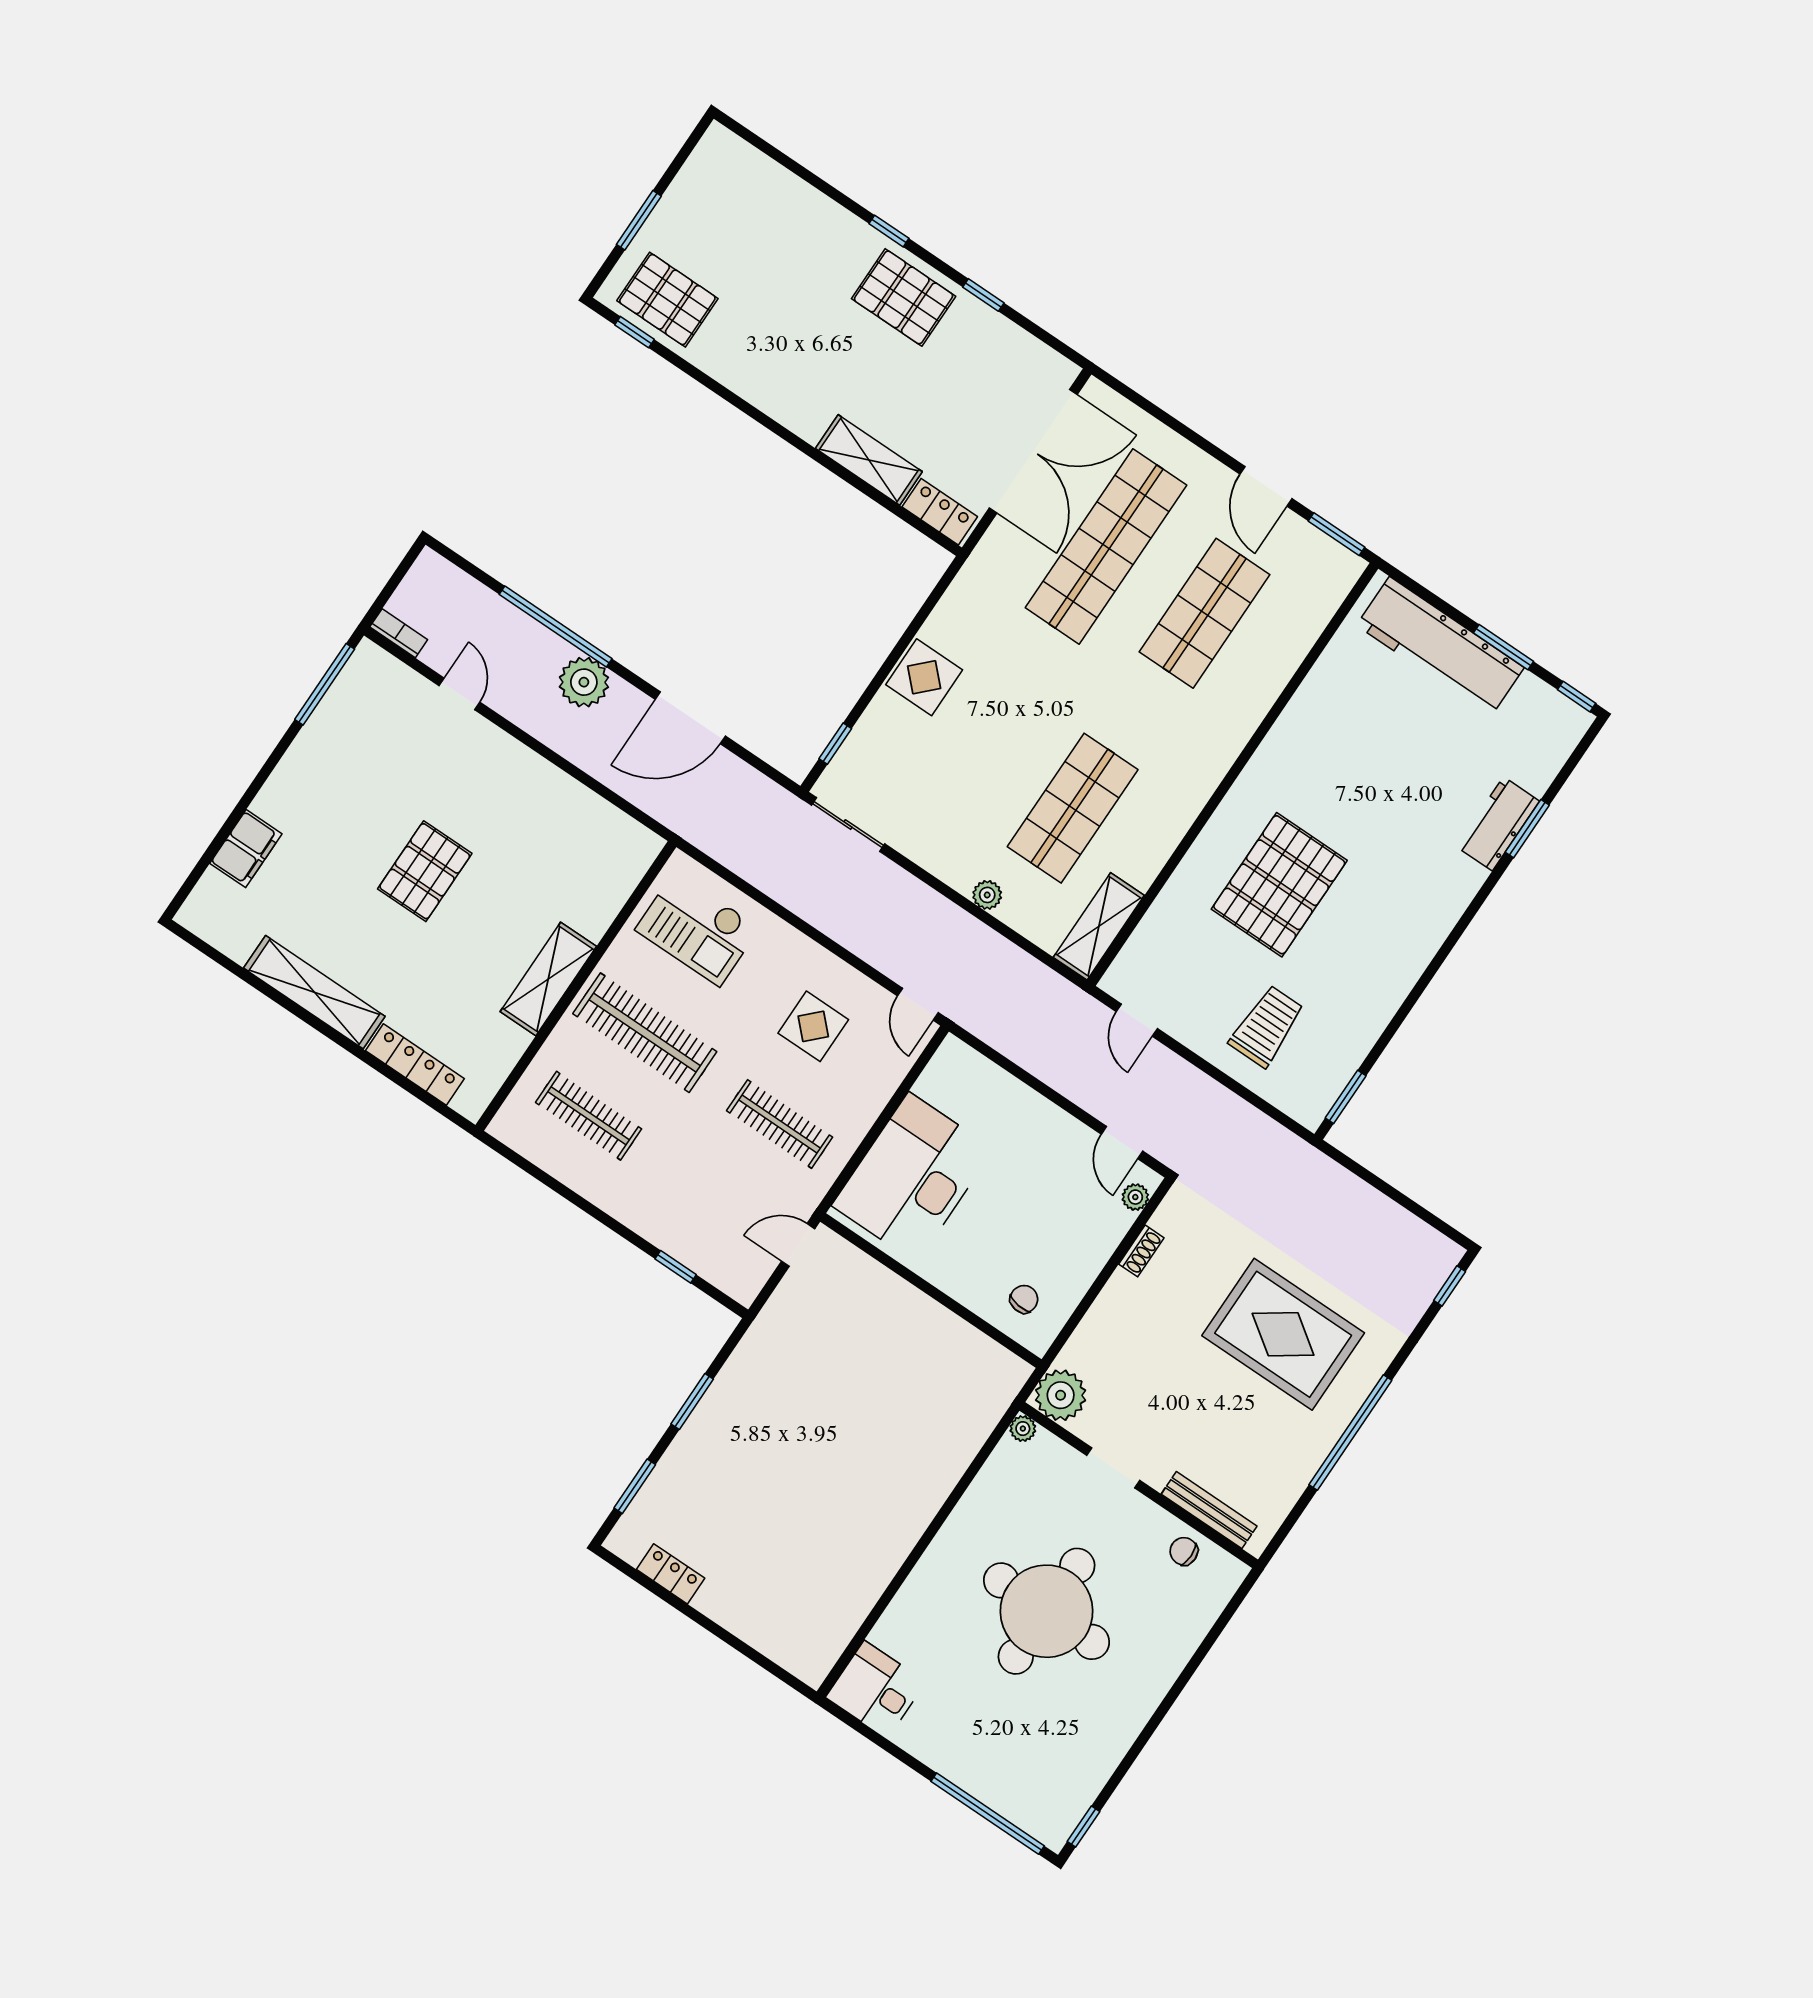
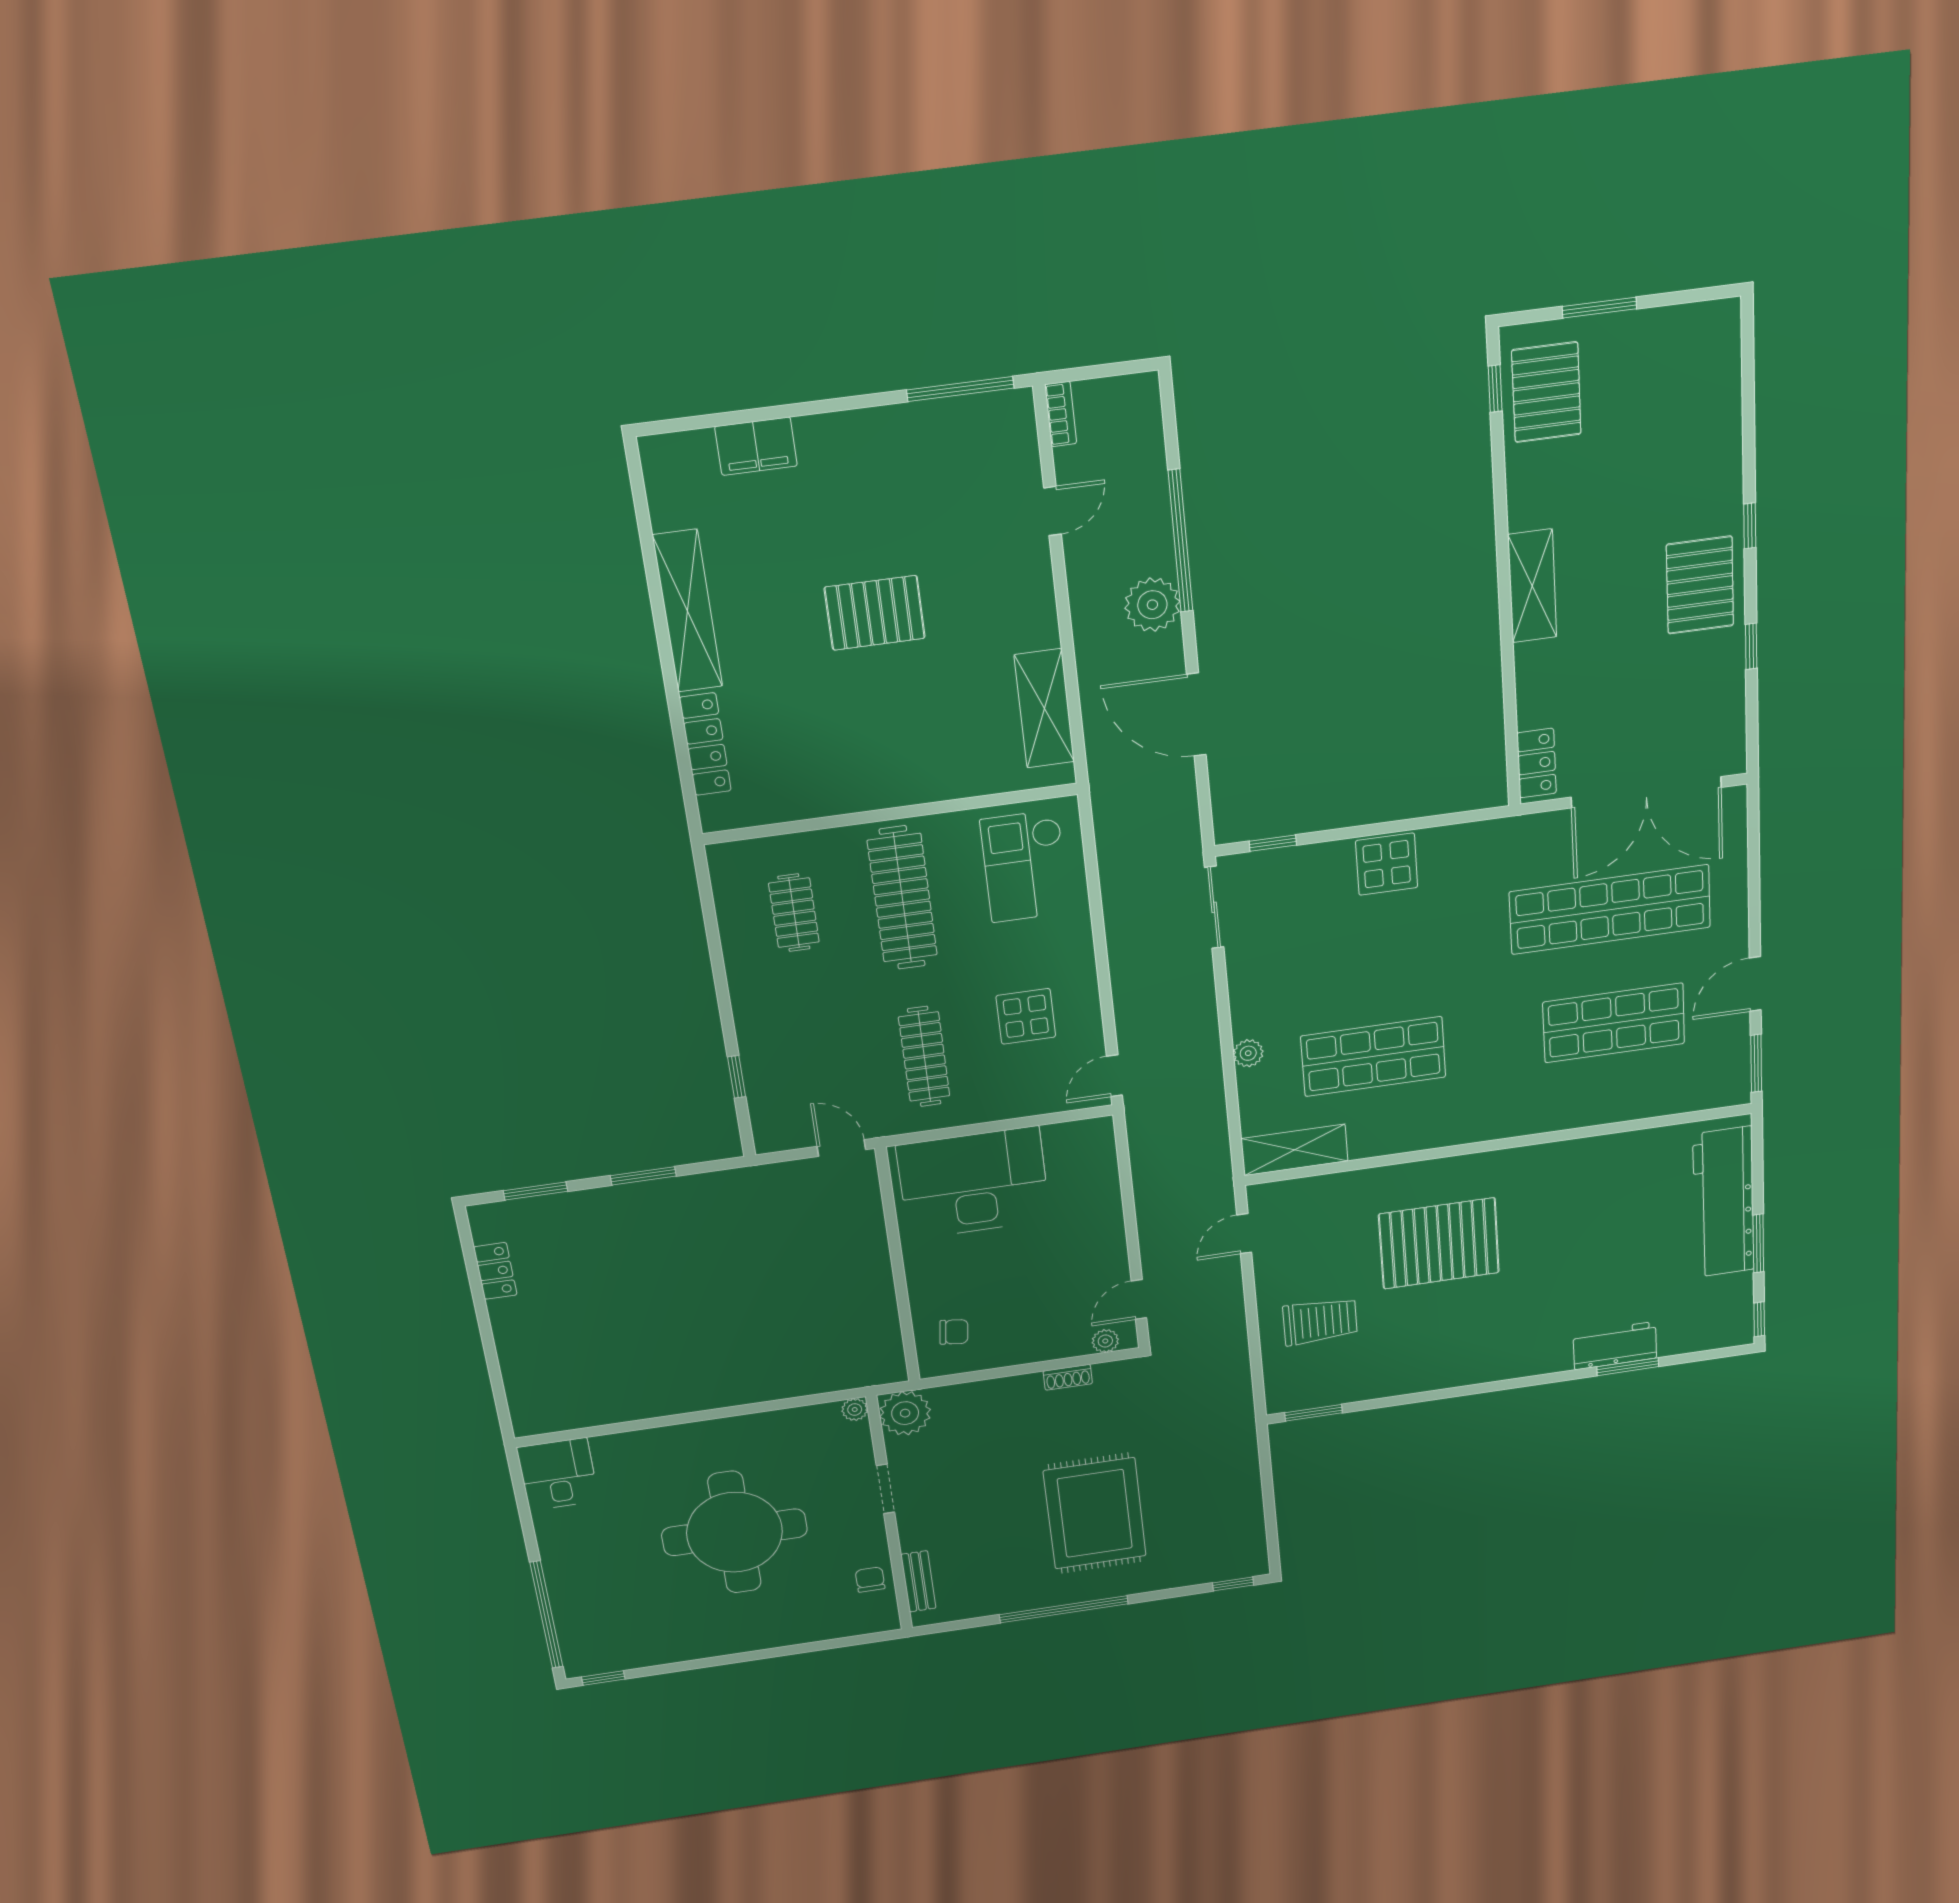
shelving: (869, 460) -> (1532, 586), moved
shelving: (548, 979) -> (1044, 708), moved, turned 90
clothes rail: (589, 1116) -> (794, 913), width x0.73
bench: (1209, 1510) -> (918, 1581), width x0.73

